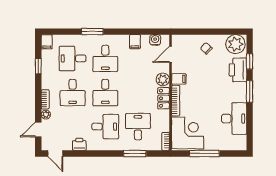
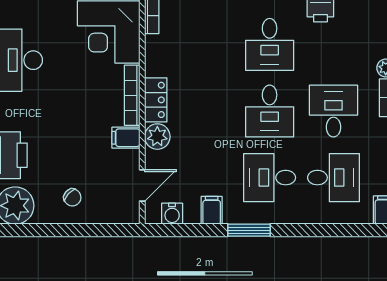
window: (92, 32) -> (249, 230), moved
desk: (105, 58) -> (270, 178), turned -90
desk: (105, 93) -> (270, 111), turned 180
desk: (105, 127) -> (270, 44), turned -90
desk: (138, 127) -> (206, 44), removed

